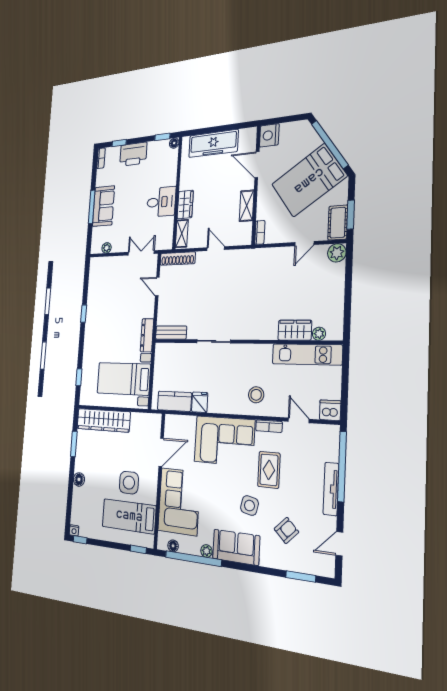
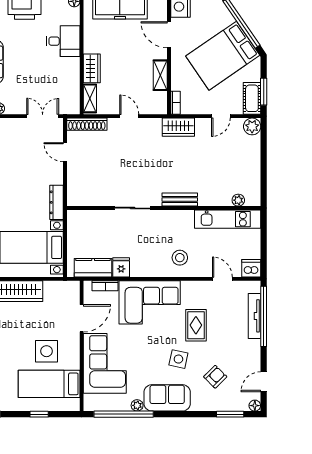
desk: (161, 202) -> (63, 41), moved
wardrobe: (295, 330) -> (178, 127), moved, turned 180
bench: (171, 333) -> (180, 200), moved
bookcase: (269, 426) -> (105, 286), moved
tv unit: (331, 489) -> (255, 316), moved
floor lamp: (173, 546) -> (255, 406), moved
window: (138, 549) -> (39, 414), moved

